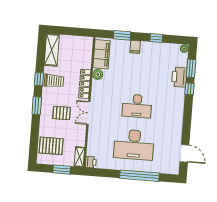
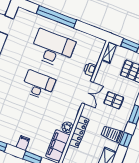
locker: (85, 84) -> (79, 132), moved
printer: (91, 162) -> (90, 69), moved

